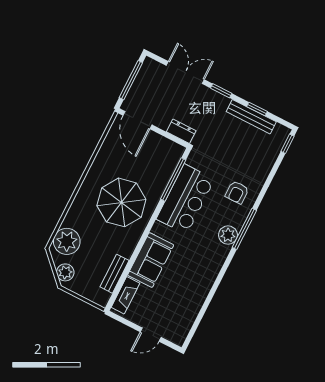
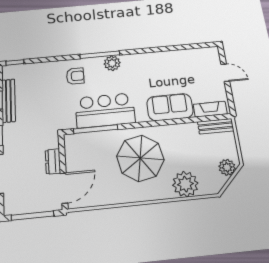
dresser: (181, 131) -> (53, 161), moved
plant: (67, 241) -> (185, 184), moved
bench: (115, 274) -> (216, 126), moved

